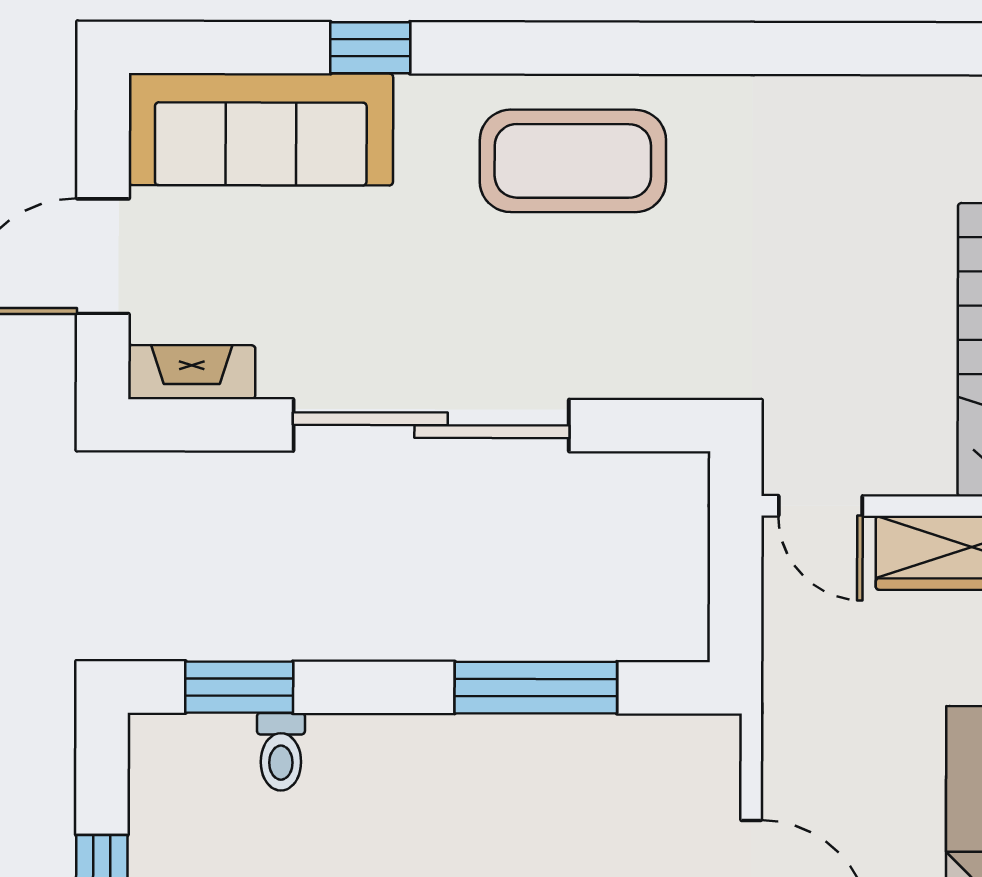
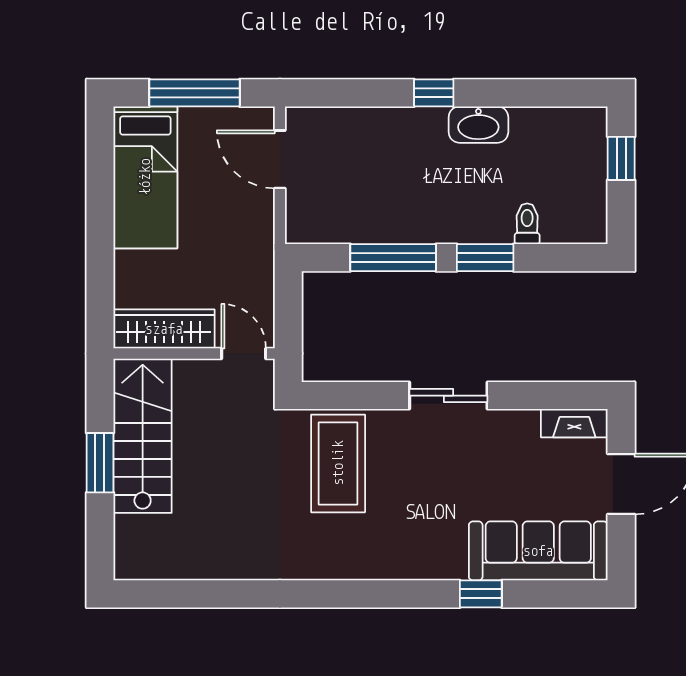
coffee table: (573, 161) -> (338, 463), moved, turned 90
sliding door: (431, 425) -> (448, 396), width x0.54
window: (239, 687) -> (485, 258), moved

